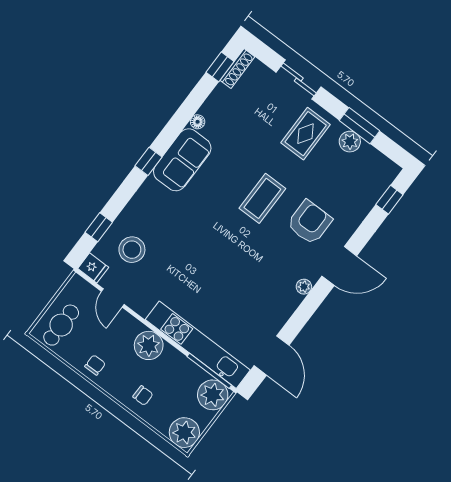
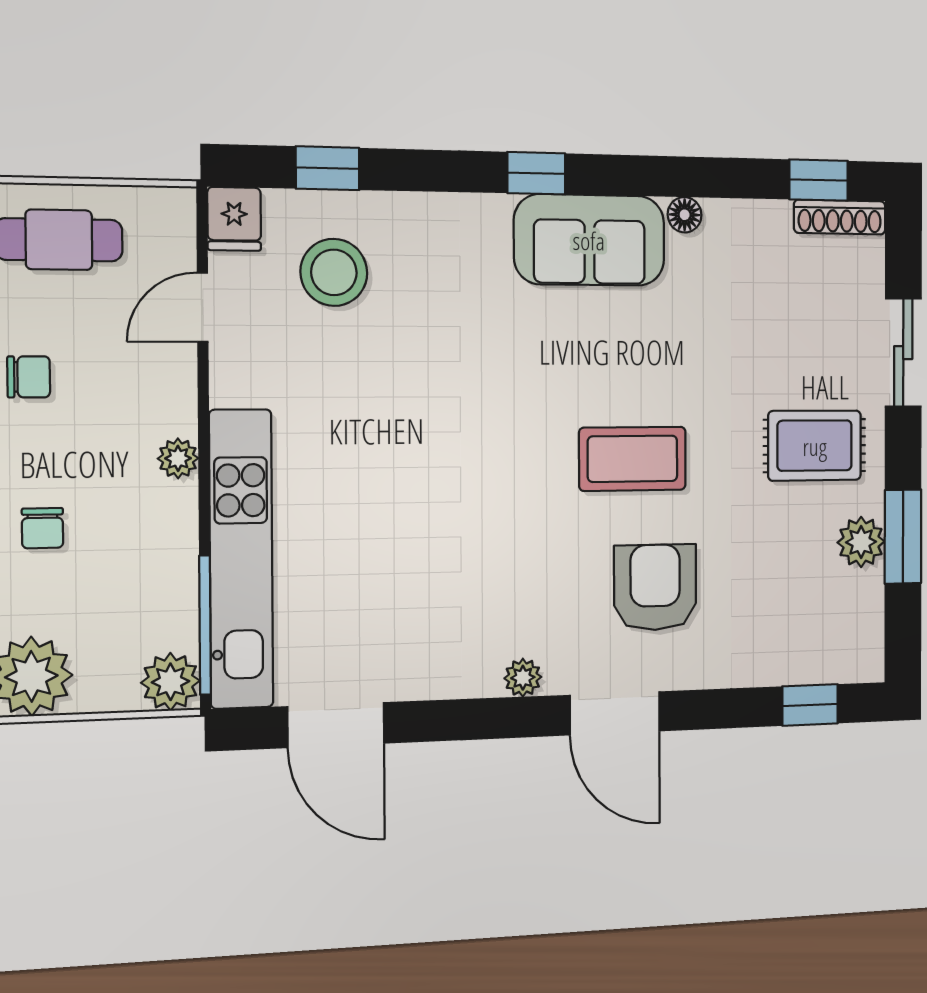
armchair: (309, 222) -> (655, 587), turned -90
plant: (149, 345) -> (178, 458), width x0.53, depth x0.53
door: (272, 355) -> (336, 725), hinge flipped
plant: (213, 395) -> (171, 682), width x0.73, depth x0.73

